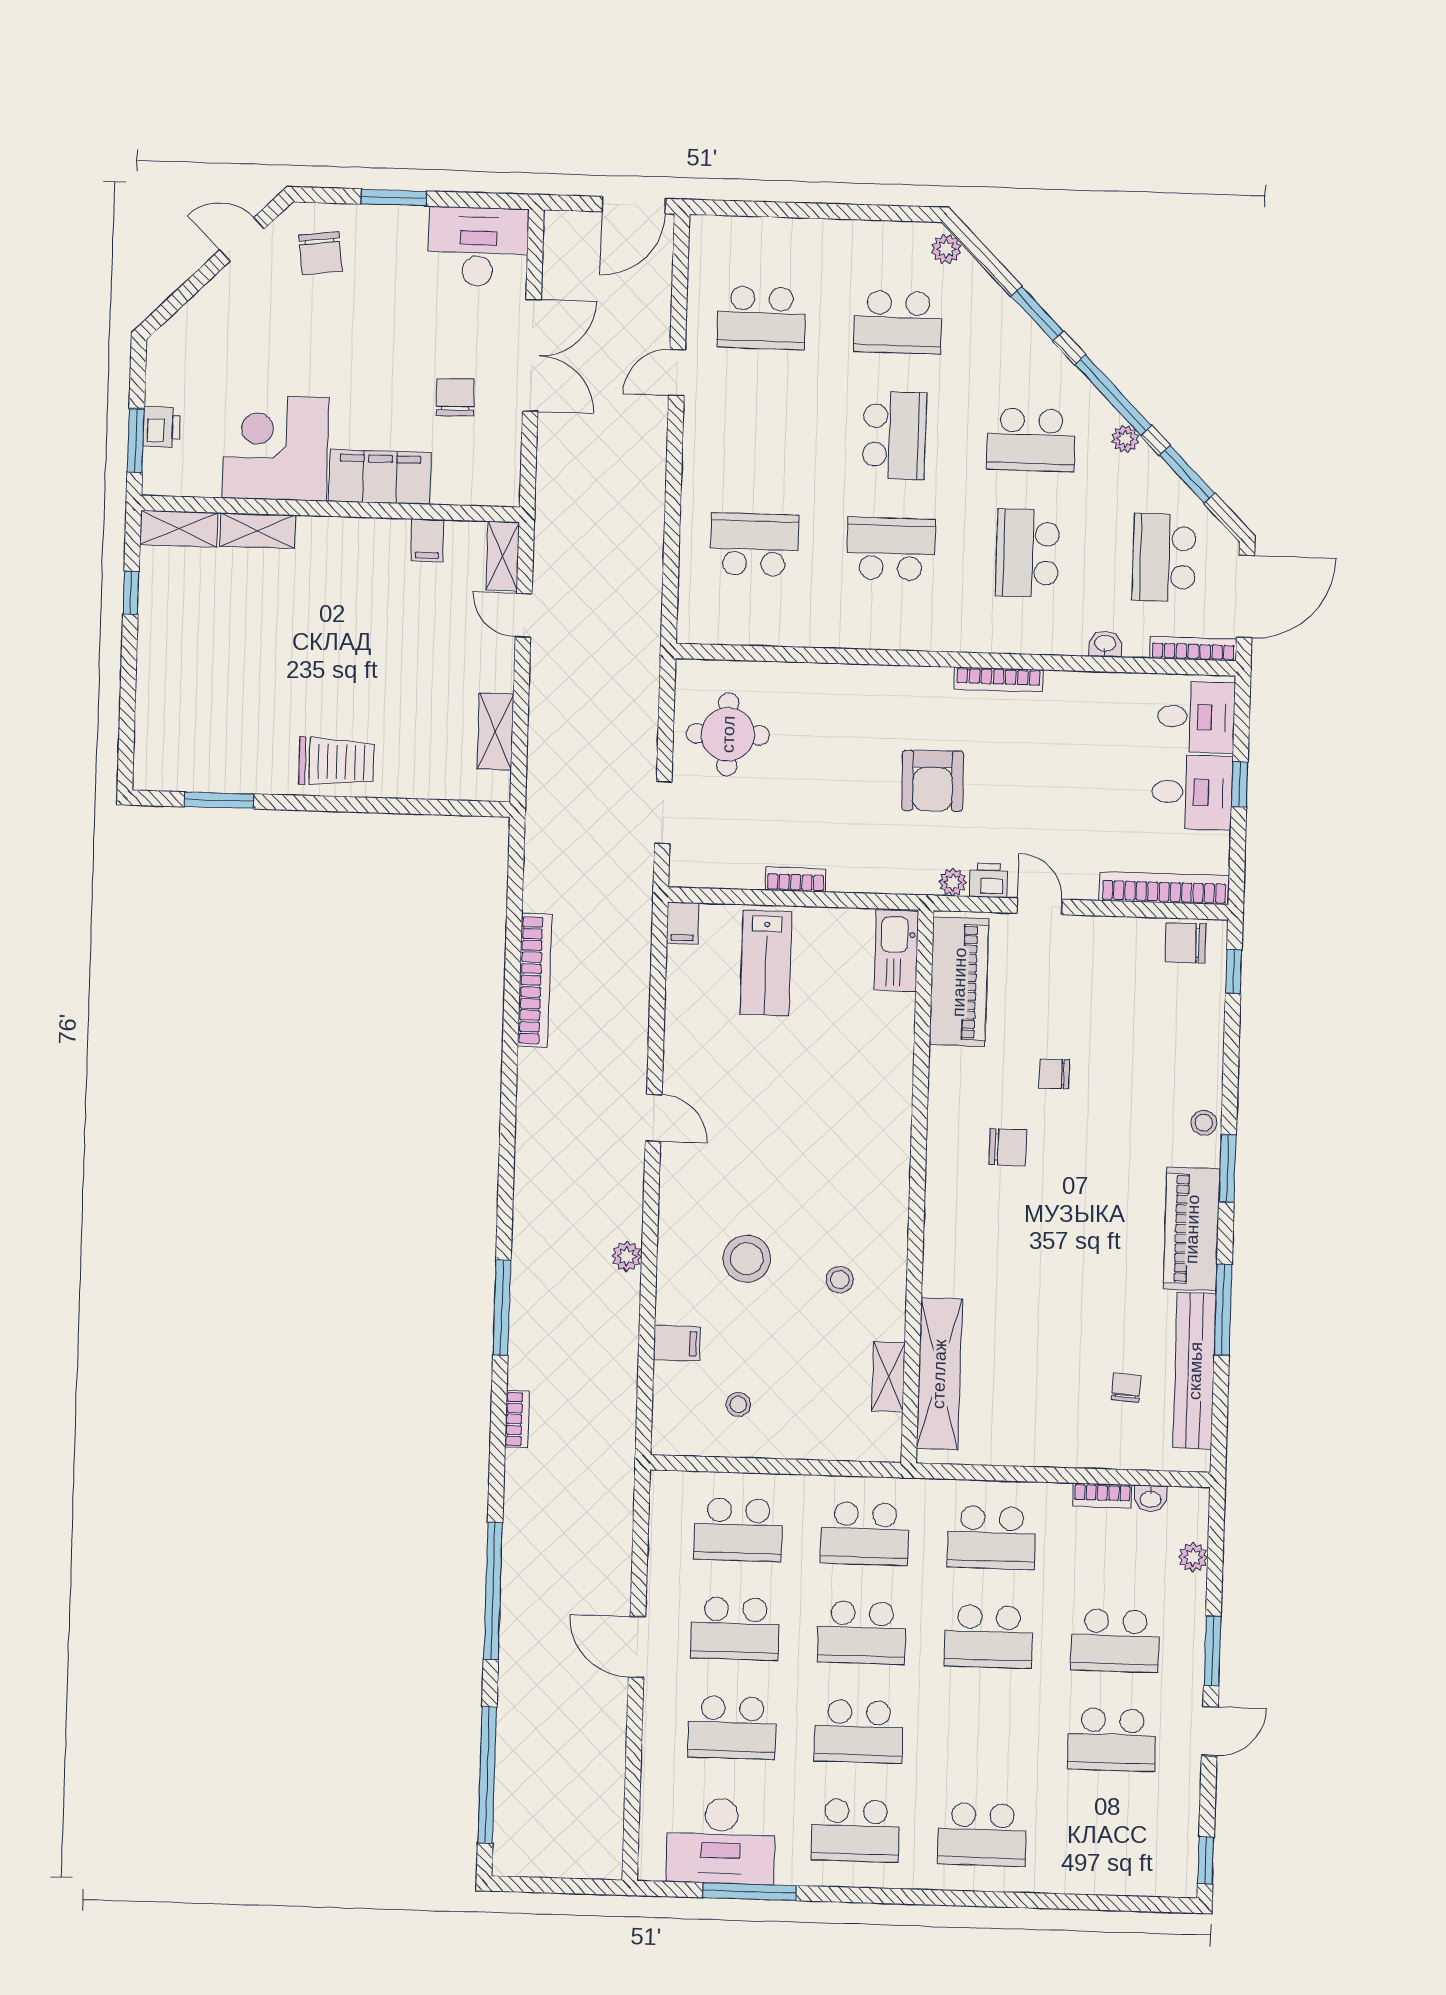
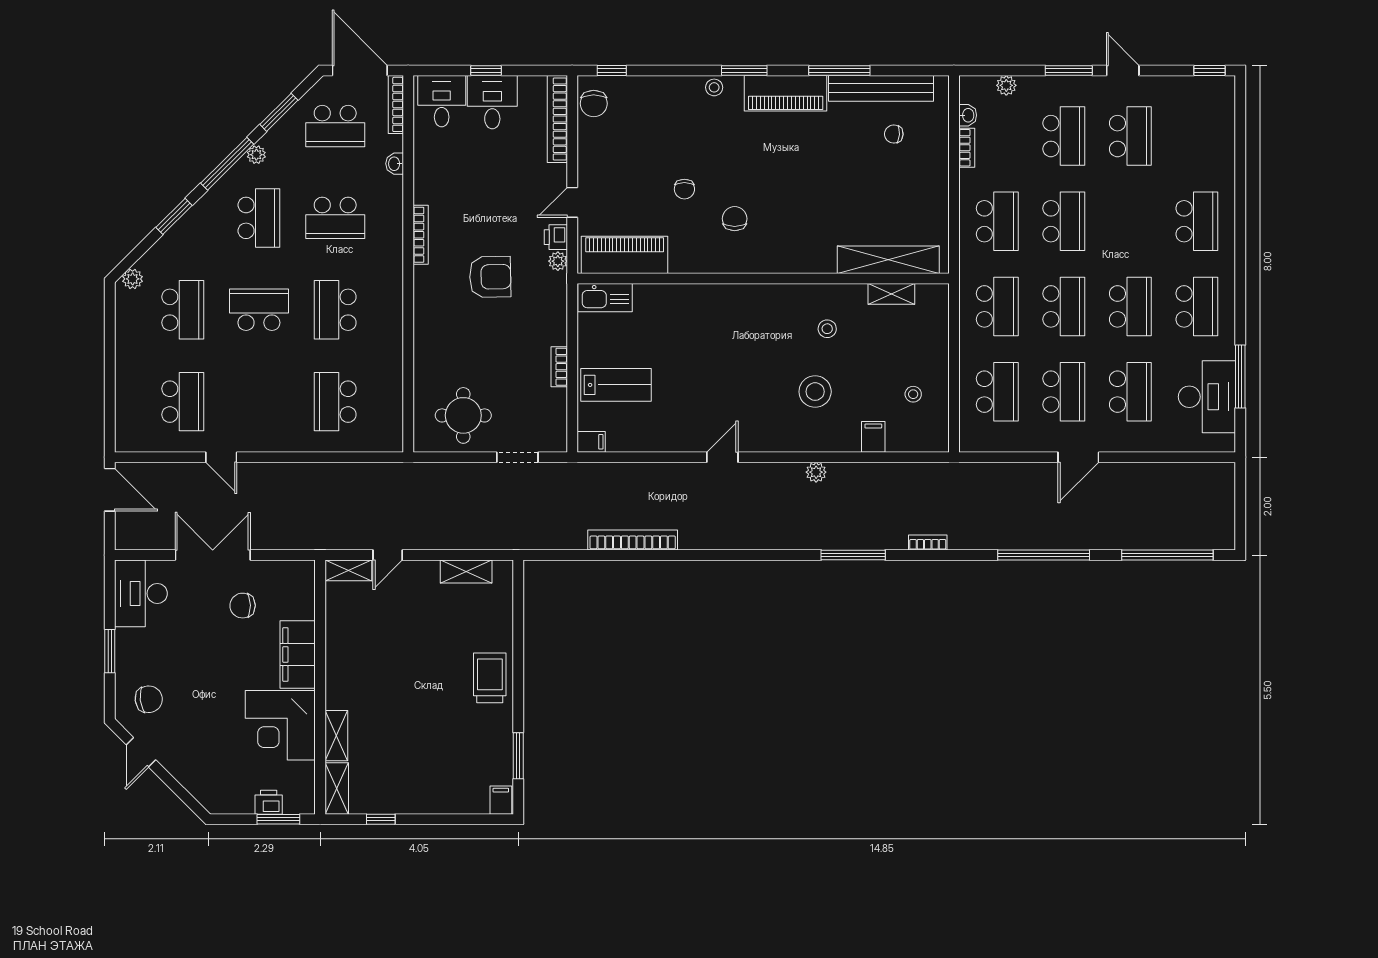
filing cabinet: (427, 540) -> (501, 800), moved, turned -90

